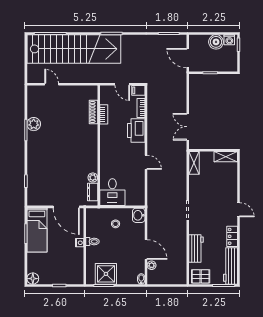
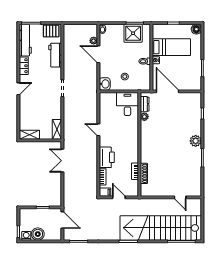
plant: (34, 124) -> (196, 141), moved
double door: (188, 127) -> (62, 161), swing flipped
door: (239, 210) -> (18, 89), swing flipped
bed: (37, 230) -> (171, 47), moved, turned 90

